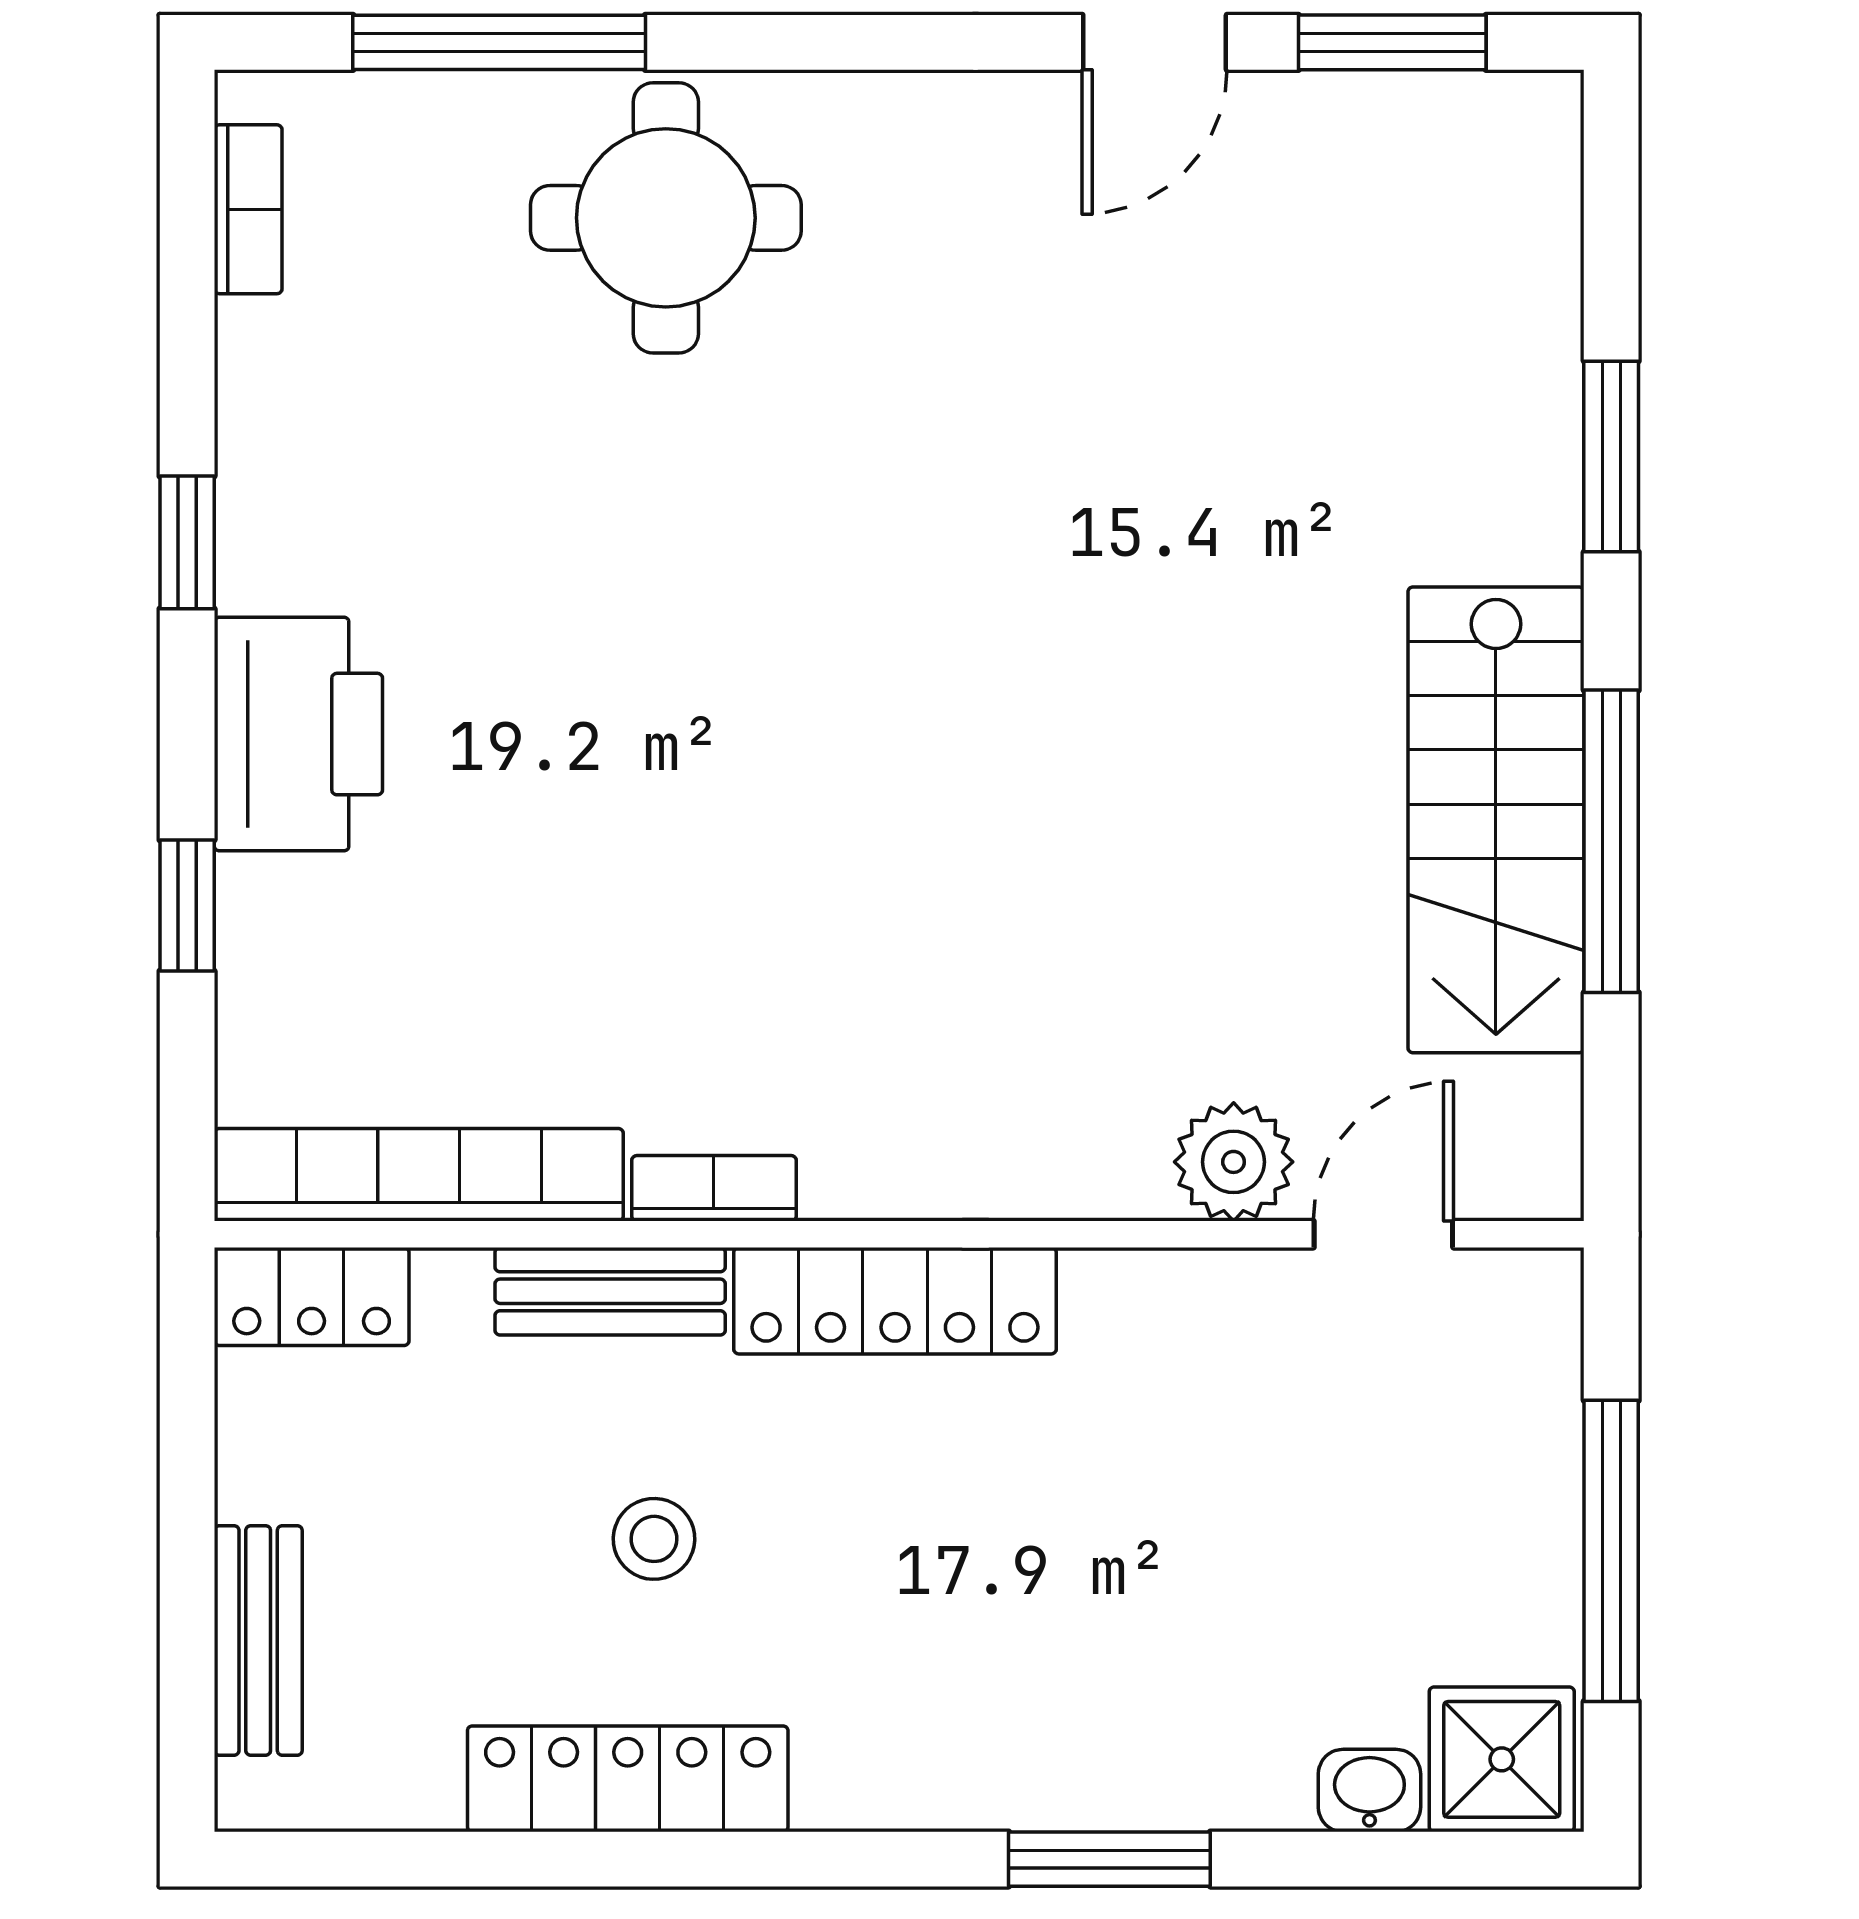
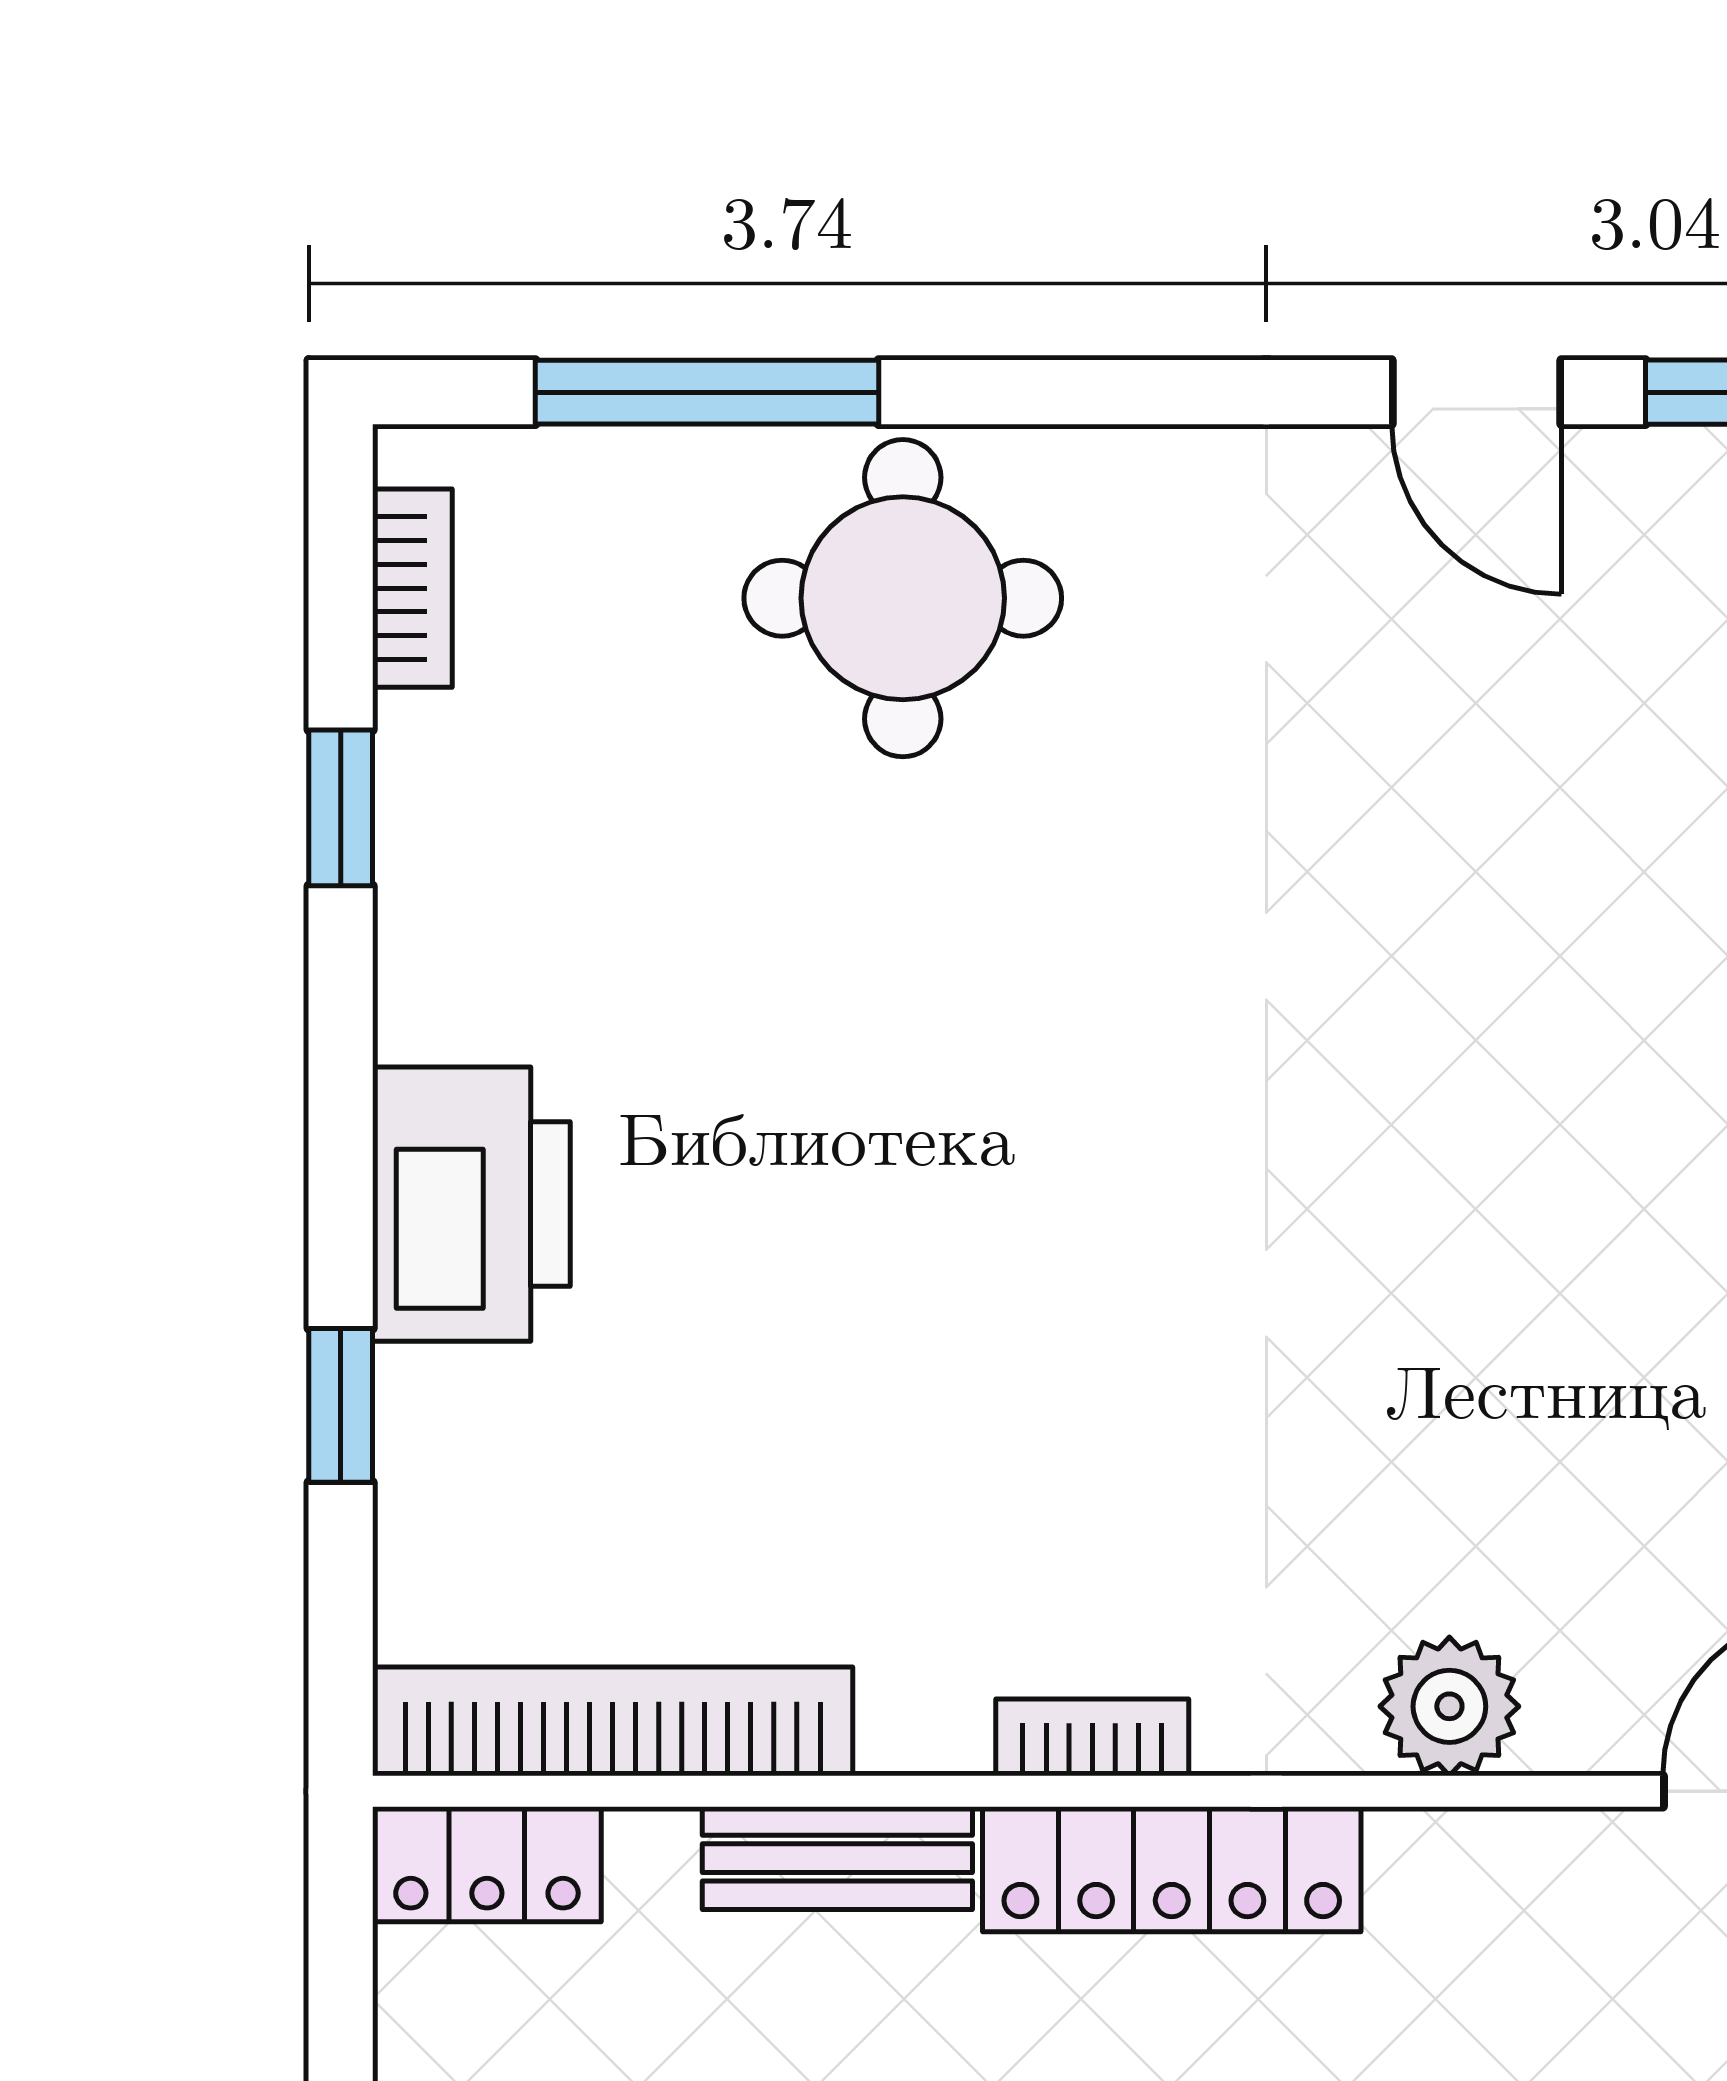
door: (1155, 42) -> (1477, 392), hinge flipped
window: (187, 542) -> (341, 808), moved
plant: (1234, 1162) -> (1449, 1706), moved
bookcase: (714, 1188) -> (1092, 1737), moved

